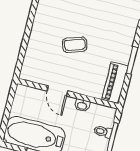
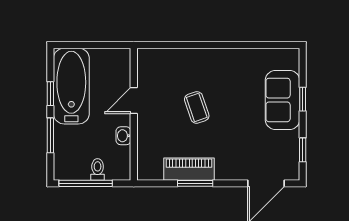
piano: (115, 83) -> (189, 169), moved

